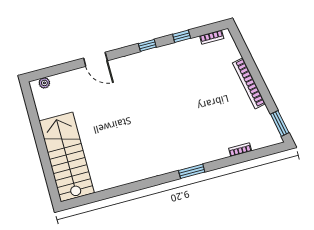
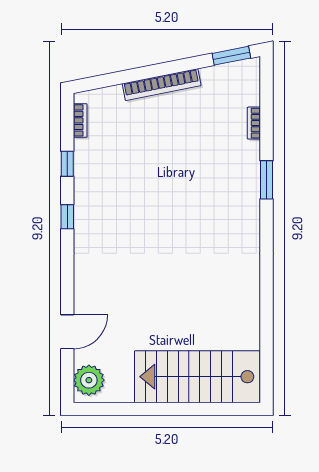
door: (95, 59) -> (67, 332), moved
plant: (44, 83) -> (89, 380), width x1.87, depth x1.87
window: (192, 171) -> (266, 180), moved

